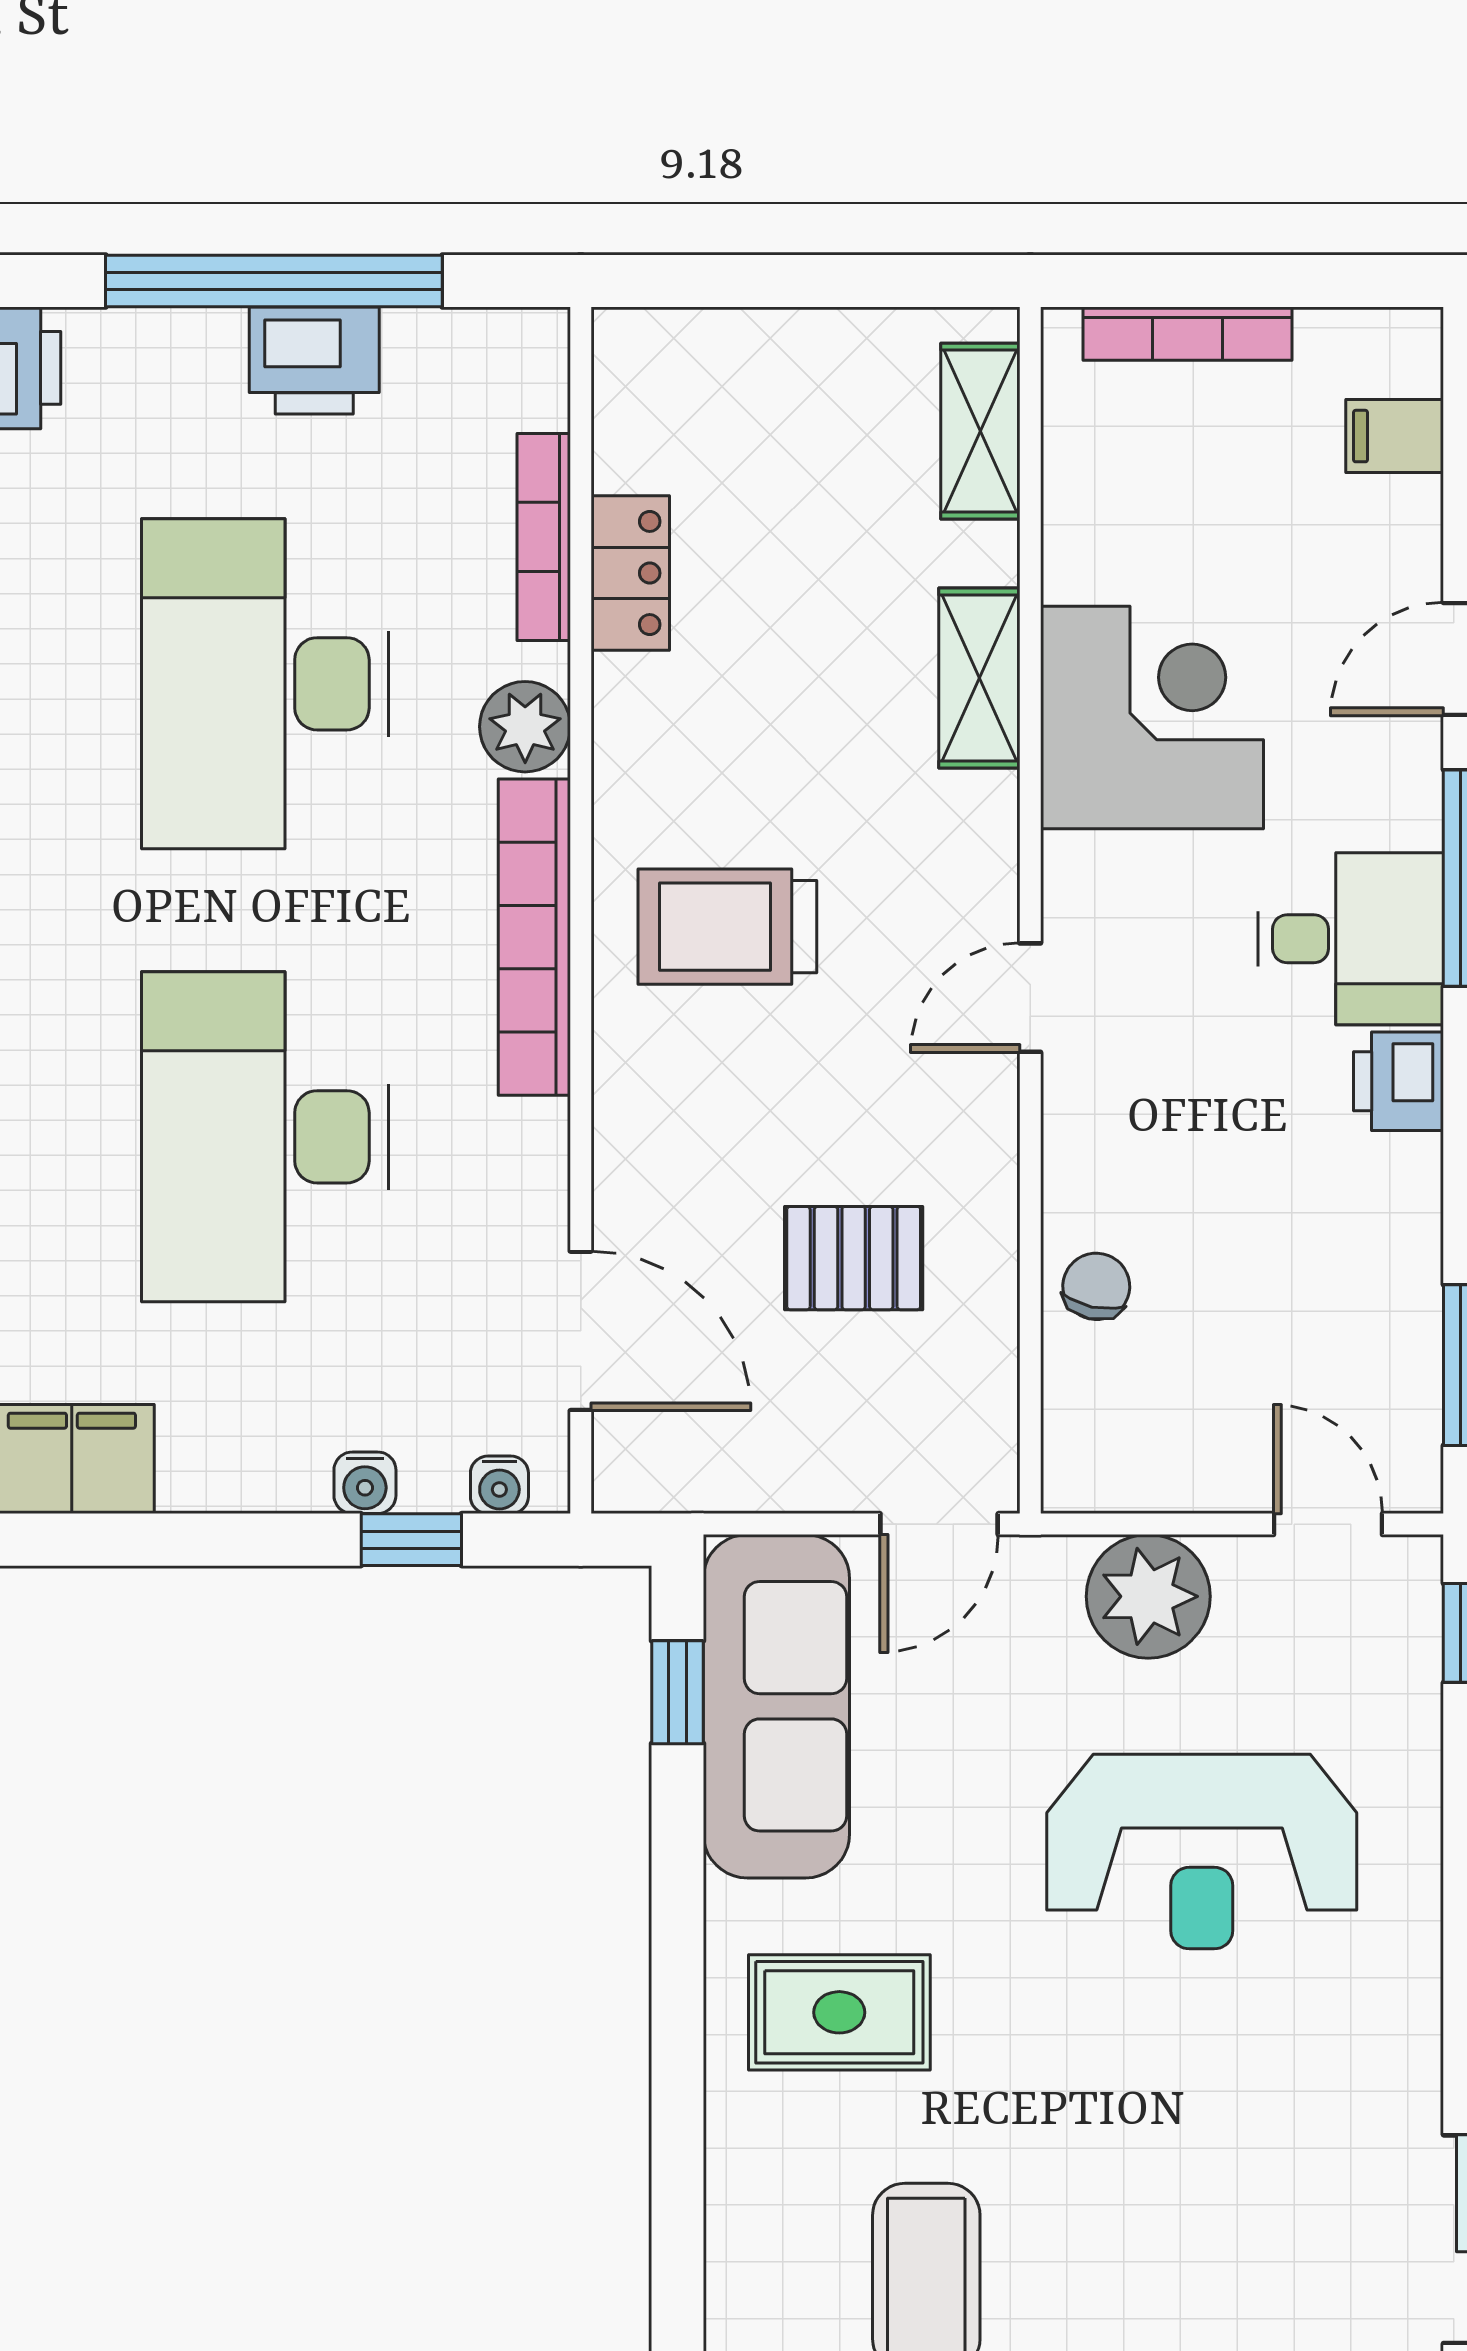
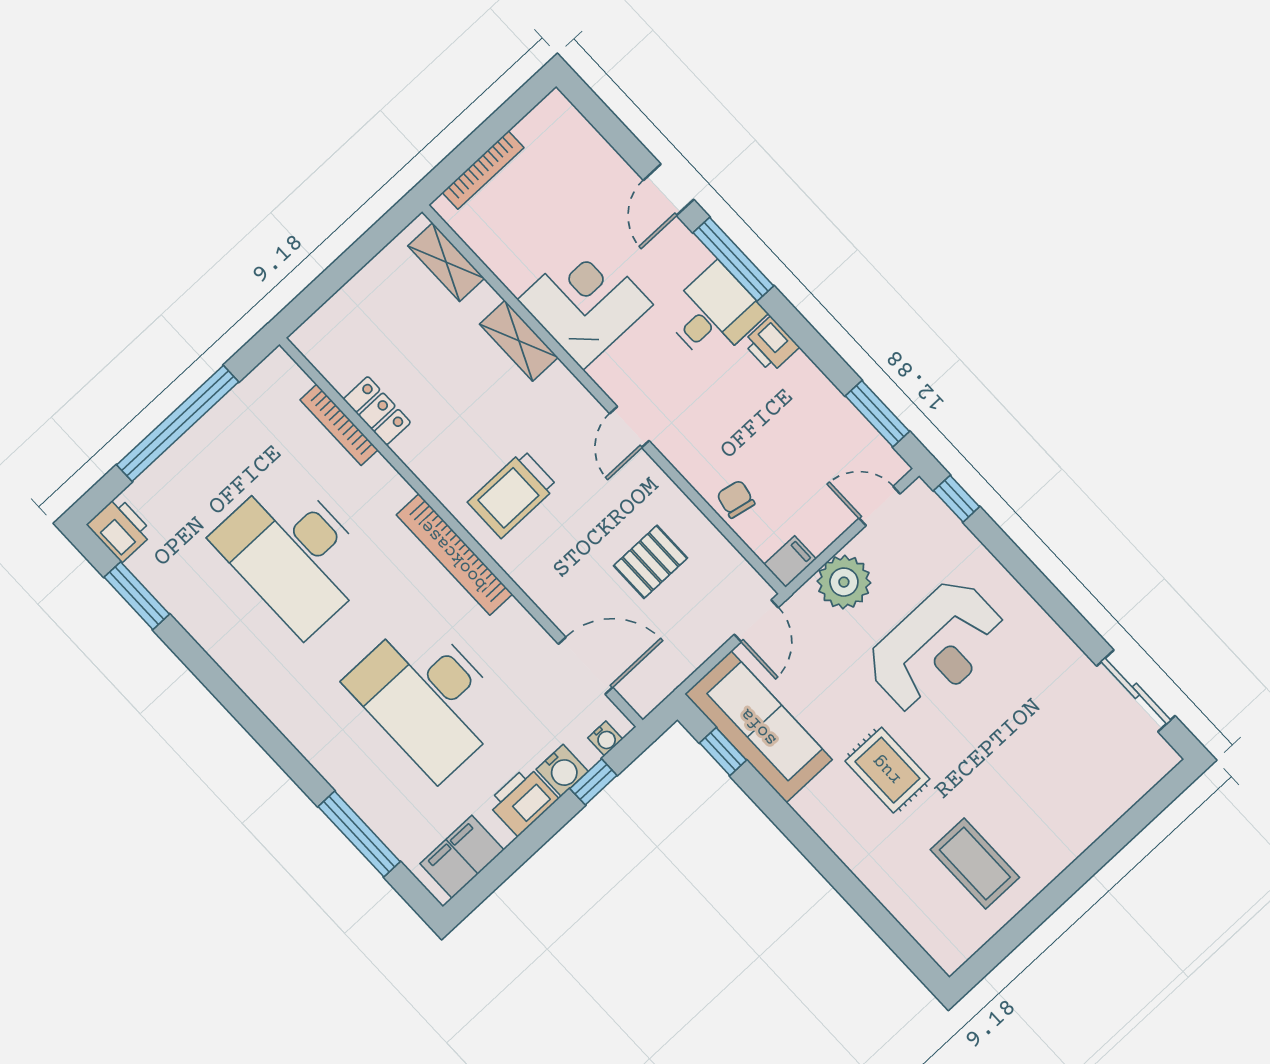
printer: (314, 361) -> (523, 801), moved, turned 180
filing cabinet: (1395, 436) -> (790, 562), moved, turned 180
plant: (525, 727) -> (389, 491), removed
water cooler: (365, 1483) -> (562, 770), width x1.38, depth x1.38
rug: (839, 2012) -> (887, 770), moved, turned 90

